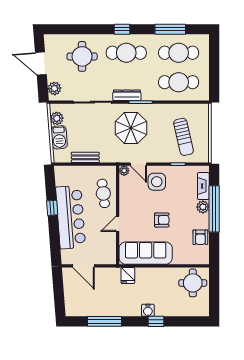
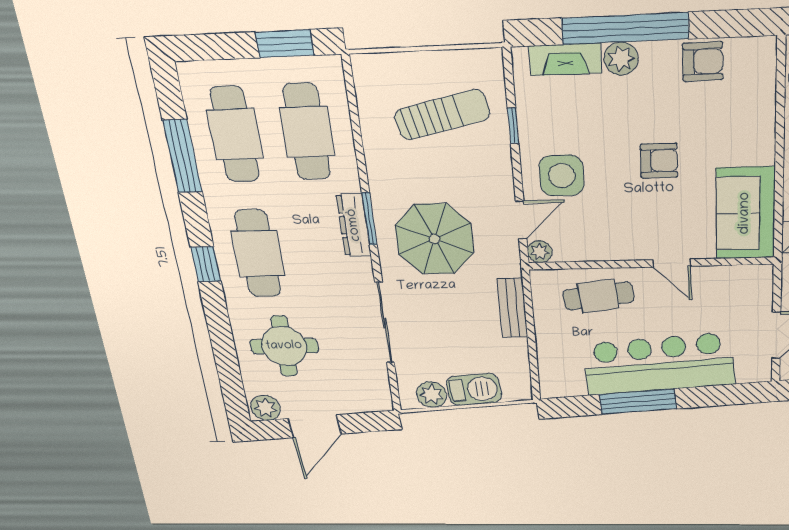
window: (214, 79) -> (285, 44), added
plant: (54, 88) -> (265, 408), moved
dresser: (127, 95) -> (354, 225), moved
bench: (85, 157) -> (513, 308), moved
window: (52, 208) -> (638, 402), width x2.17
armchair: (162, 220) -> (659, 161), turned 90
sofa: (146, 253) -> (745, 213), width x0.73

